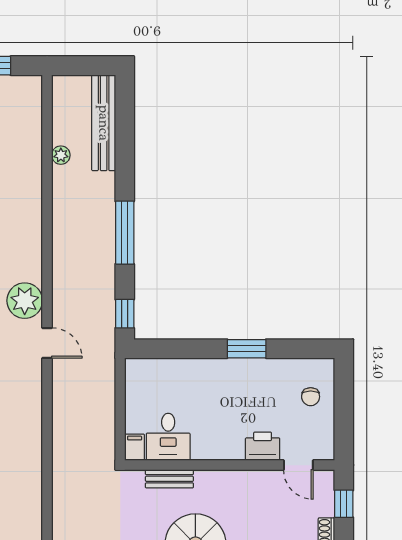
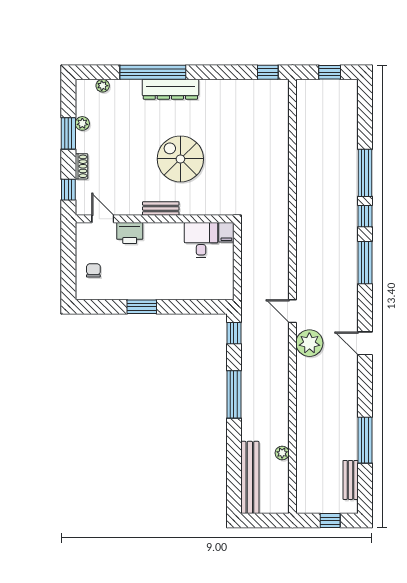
bench: (169, 479) -> (161, 208), moved

